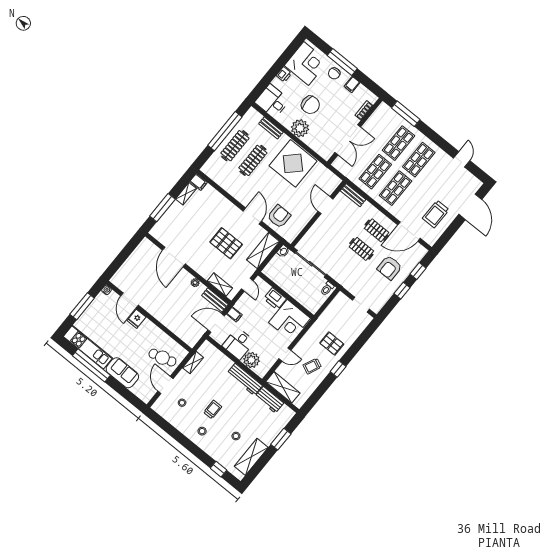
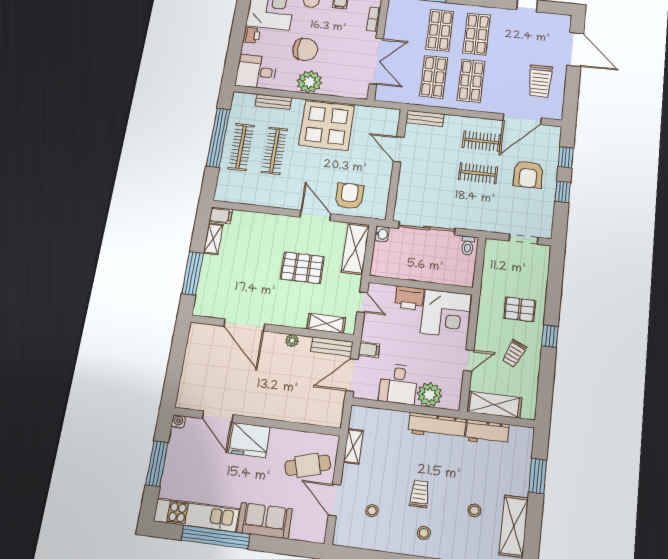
fridge: (137, 319) -> (249, 440), width x1.88, depth x1.34

